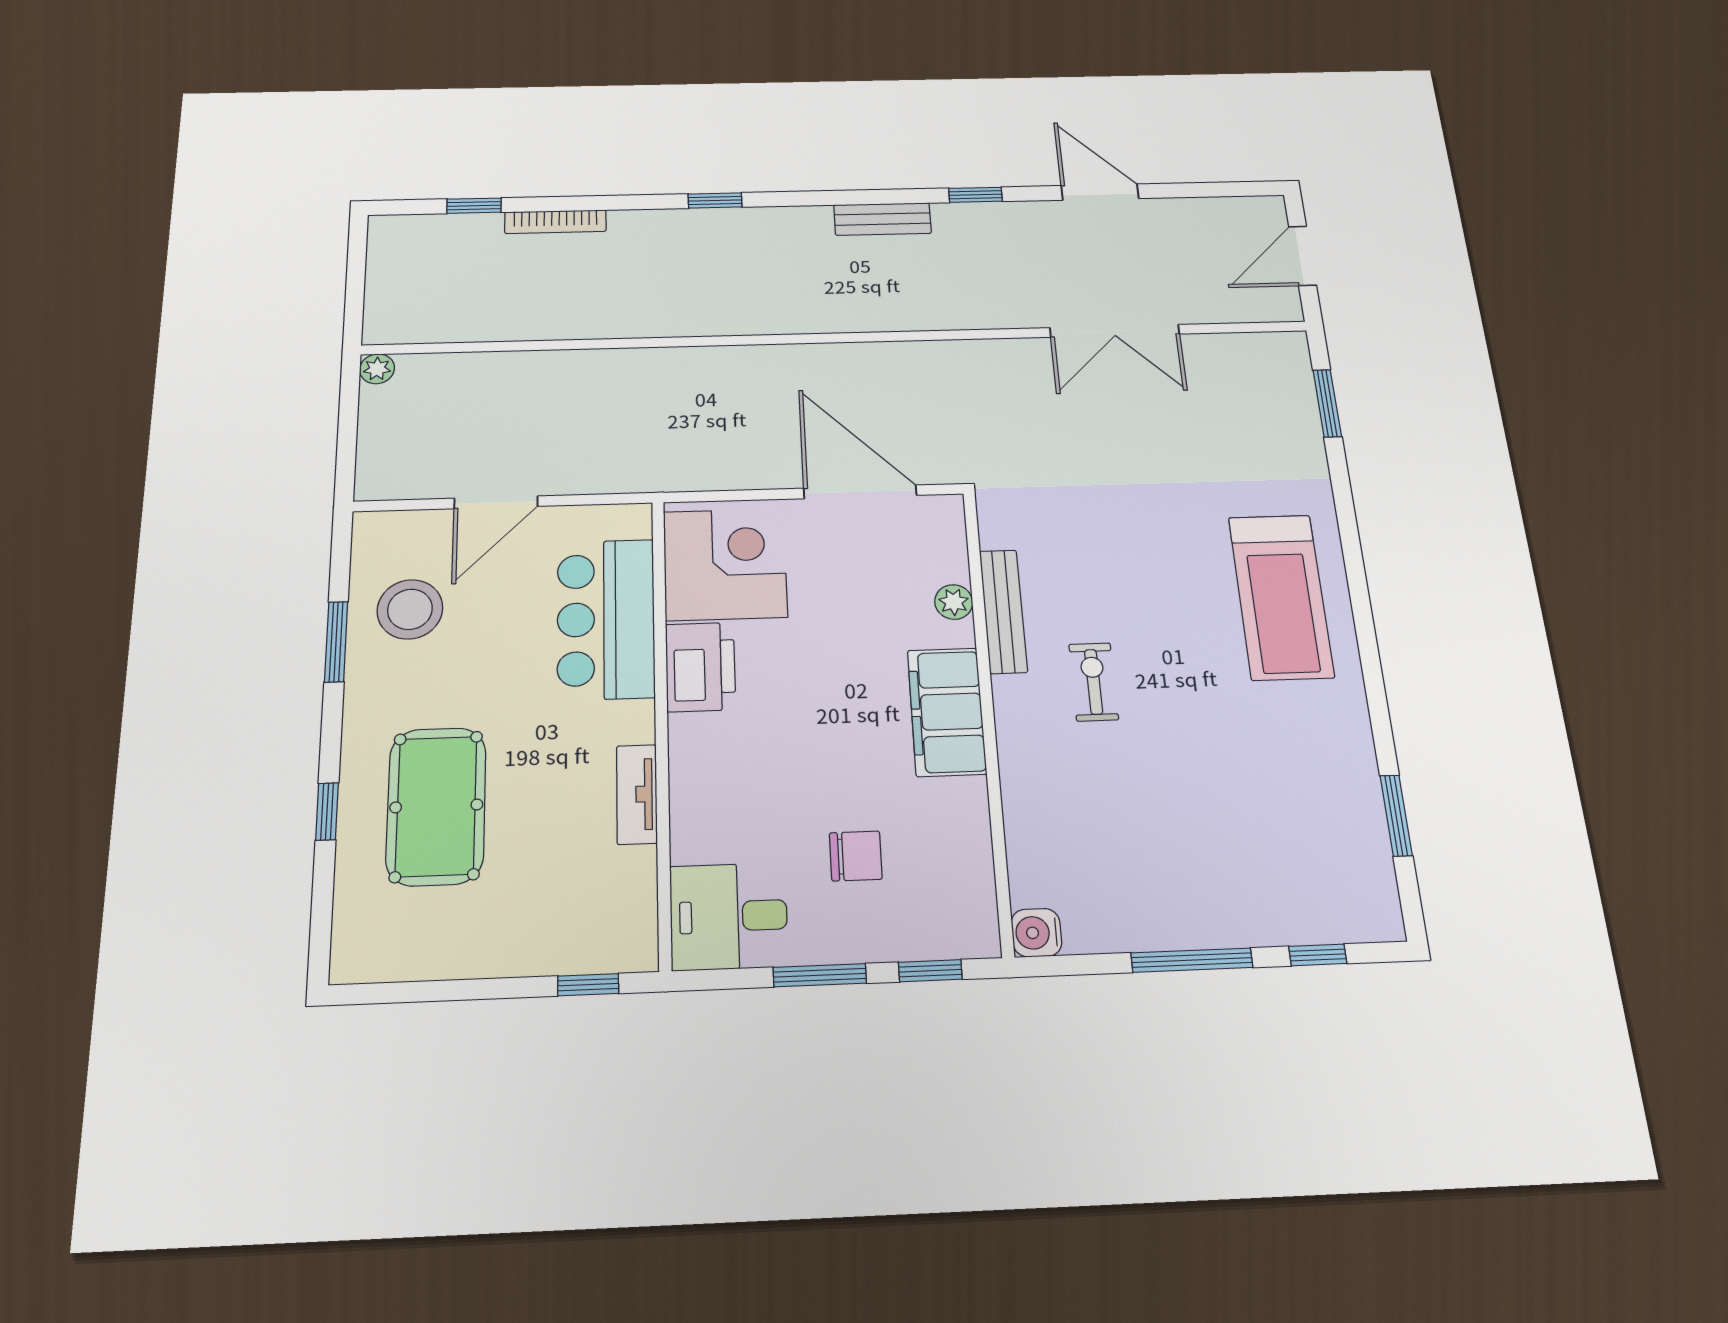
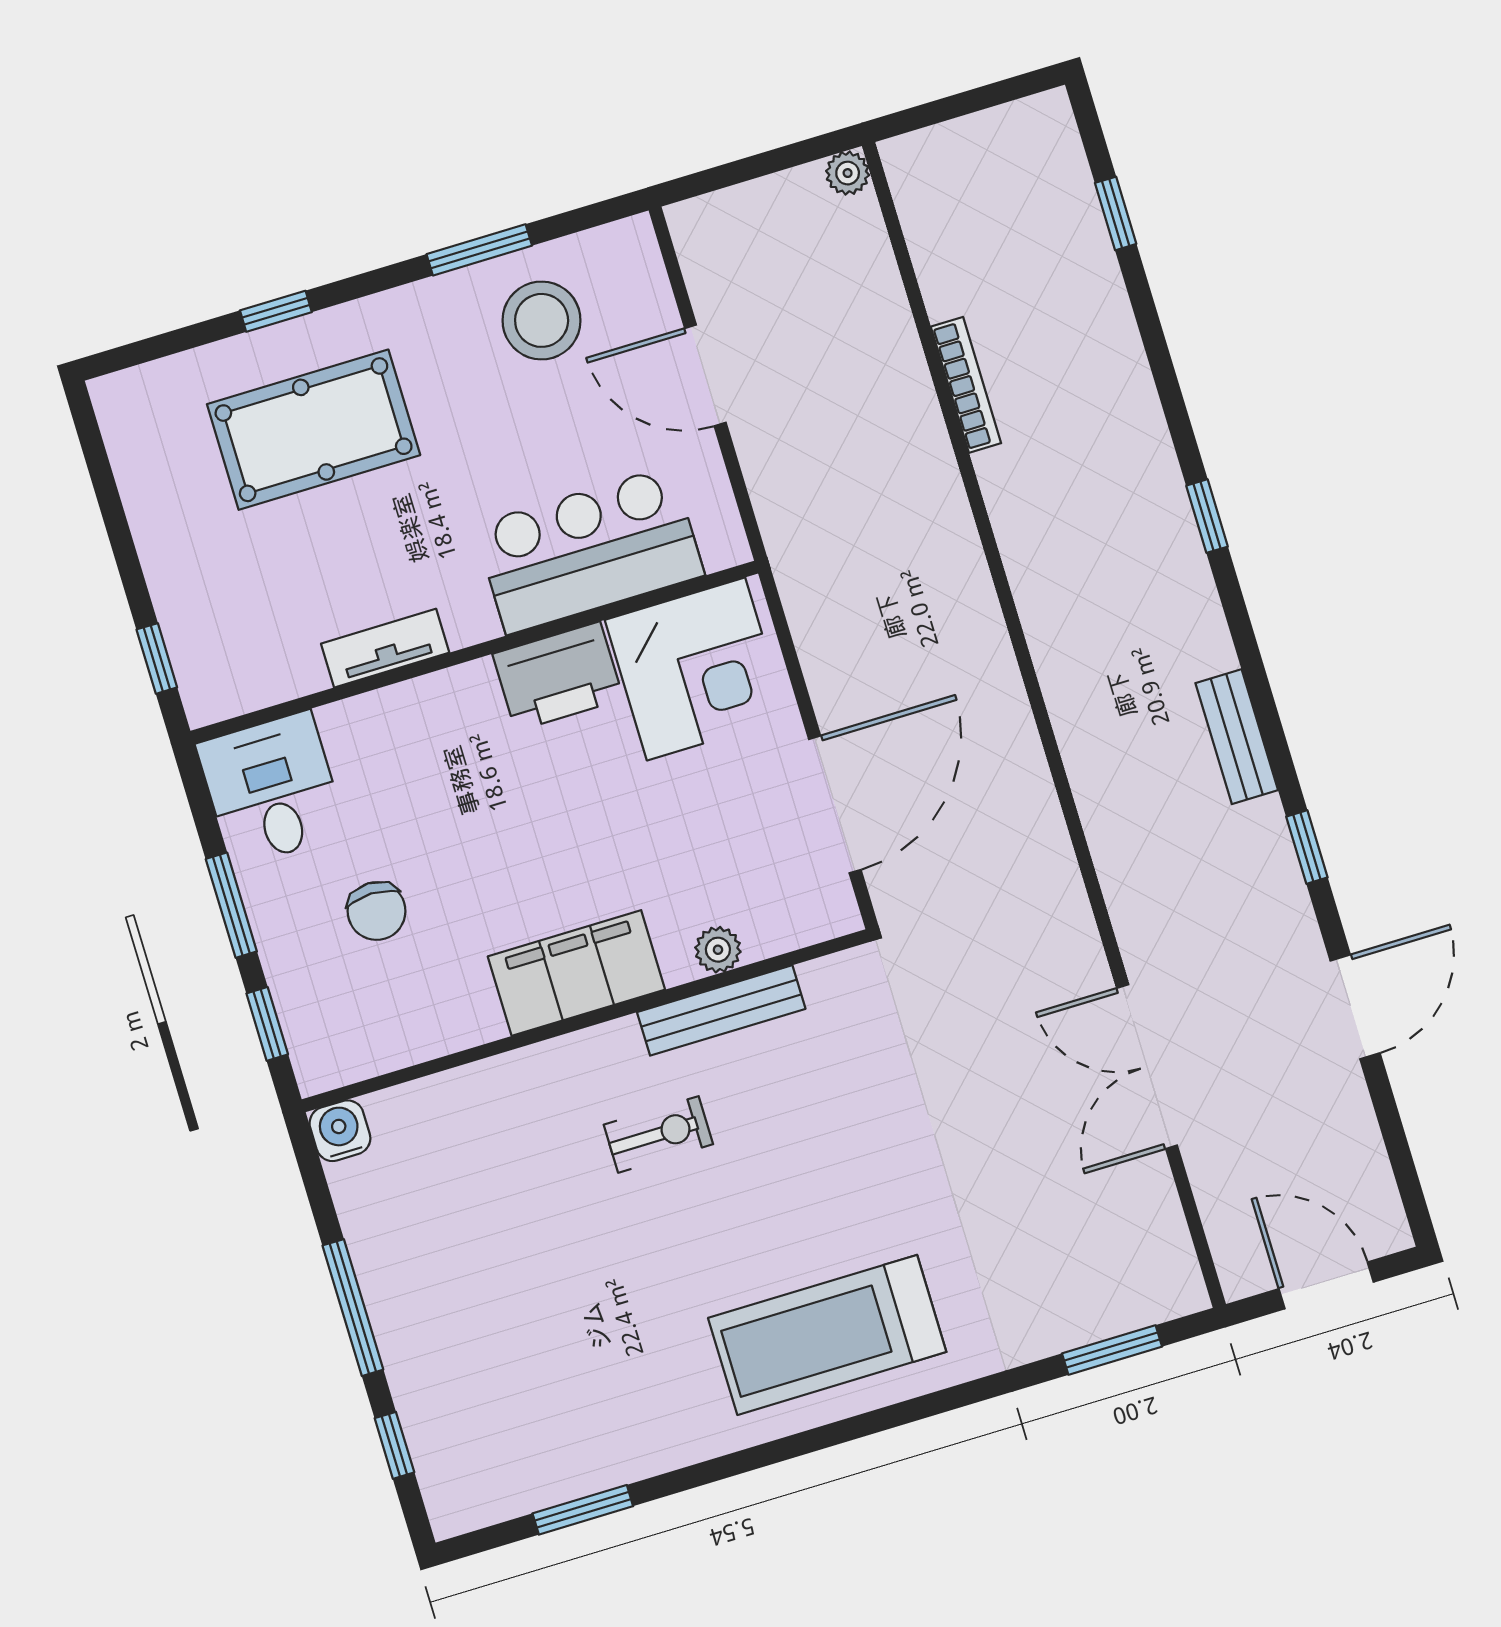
bookcase: (555, 222) -> (966, 385), moved, turned 180

